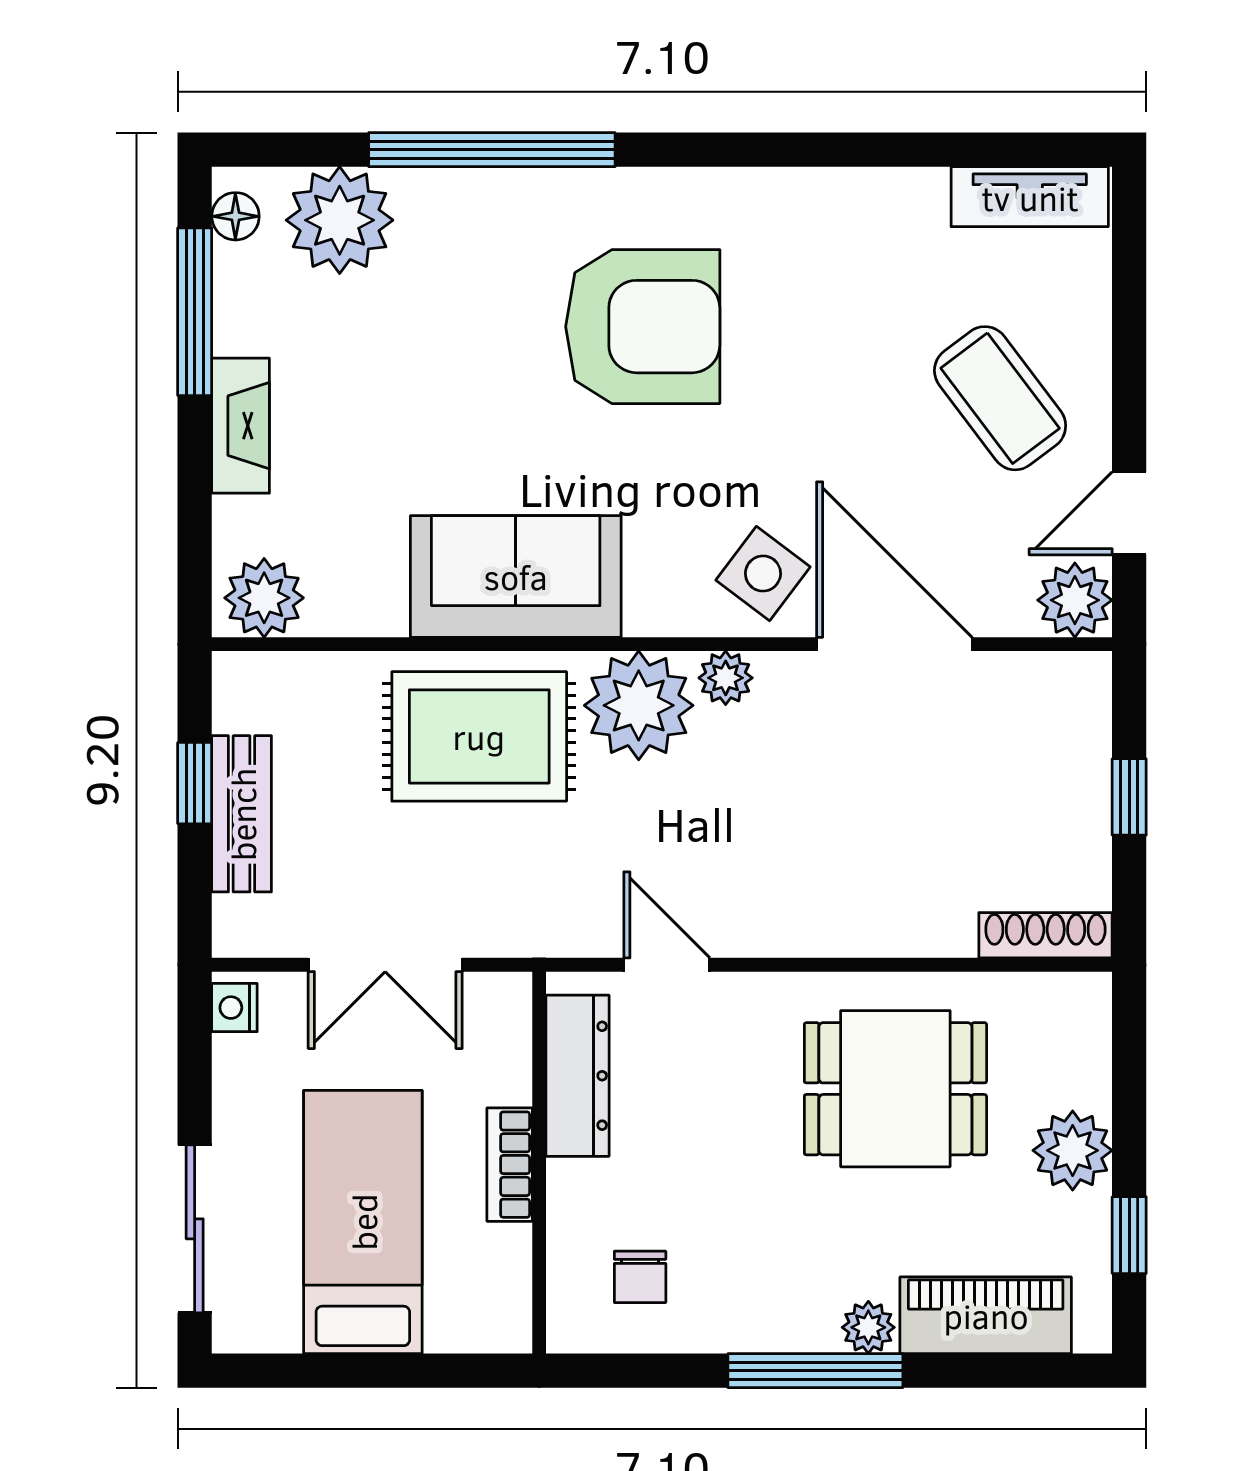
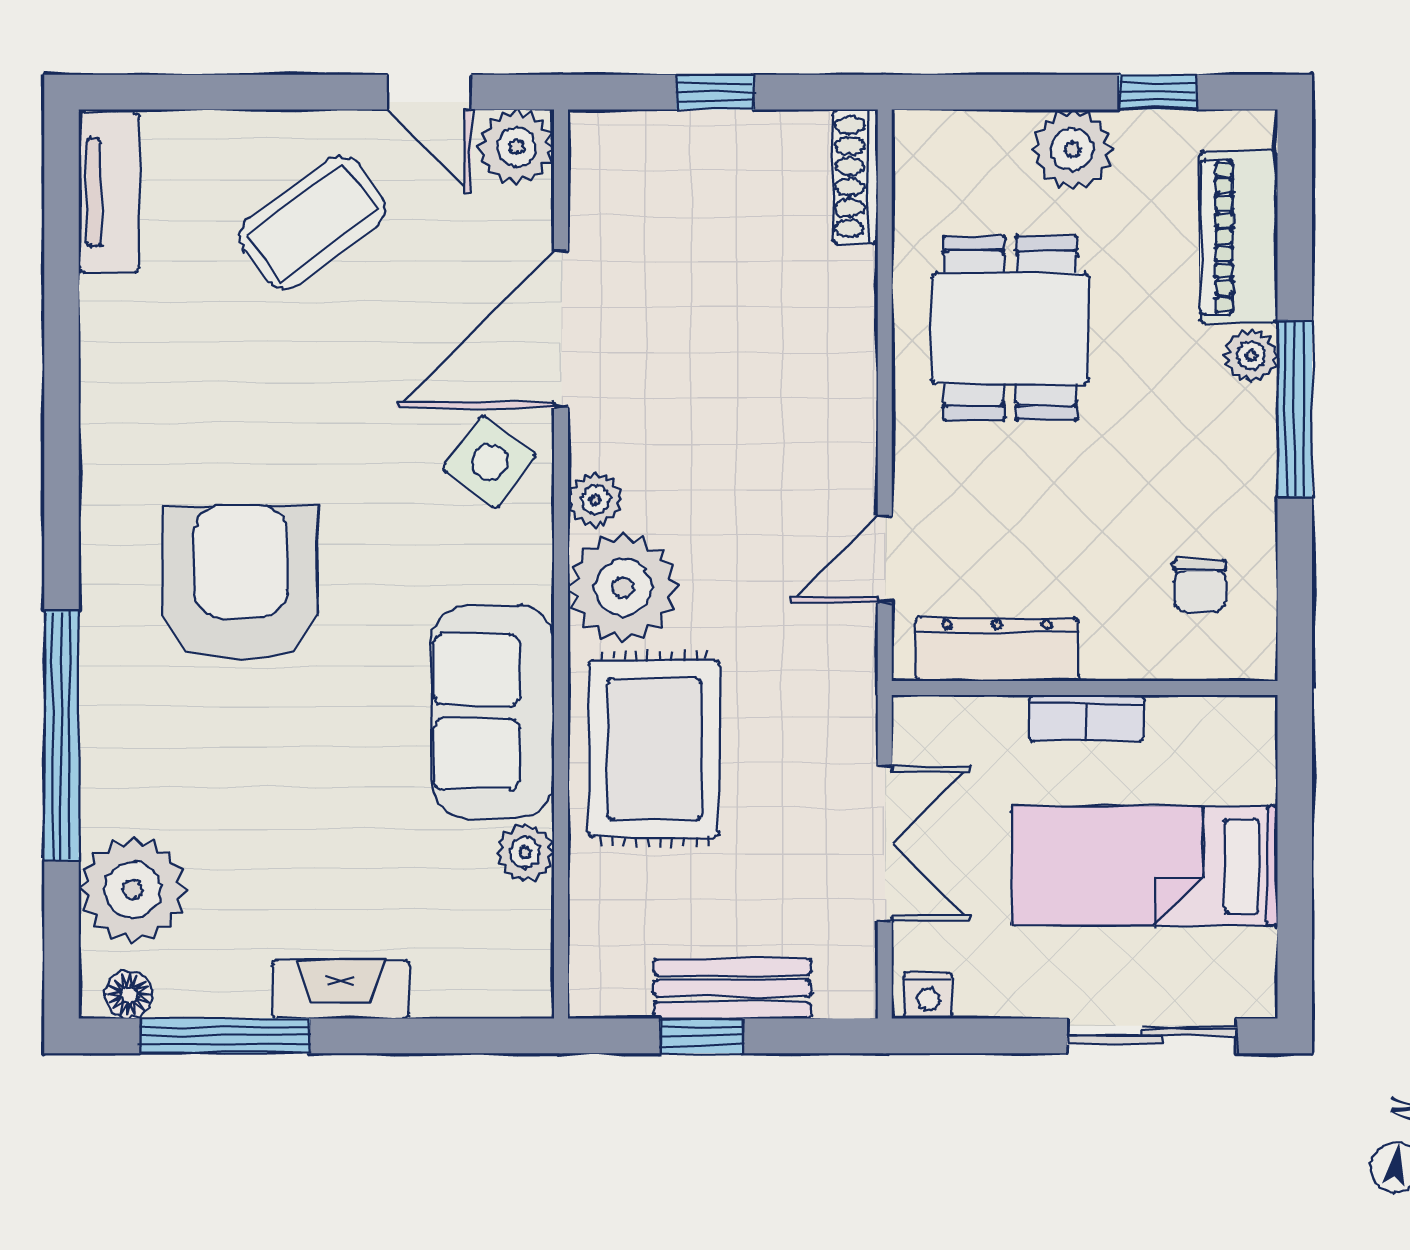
plant: (264, 598) -> (525, 853), moved, width x0.73, depth x0.73
chair: (640, 1277) -> (1200, 586), turned 90

